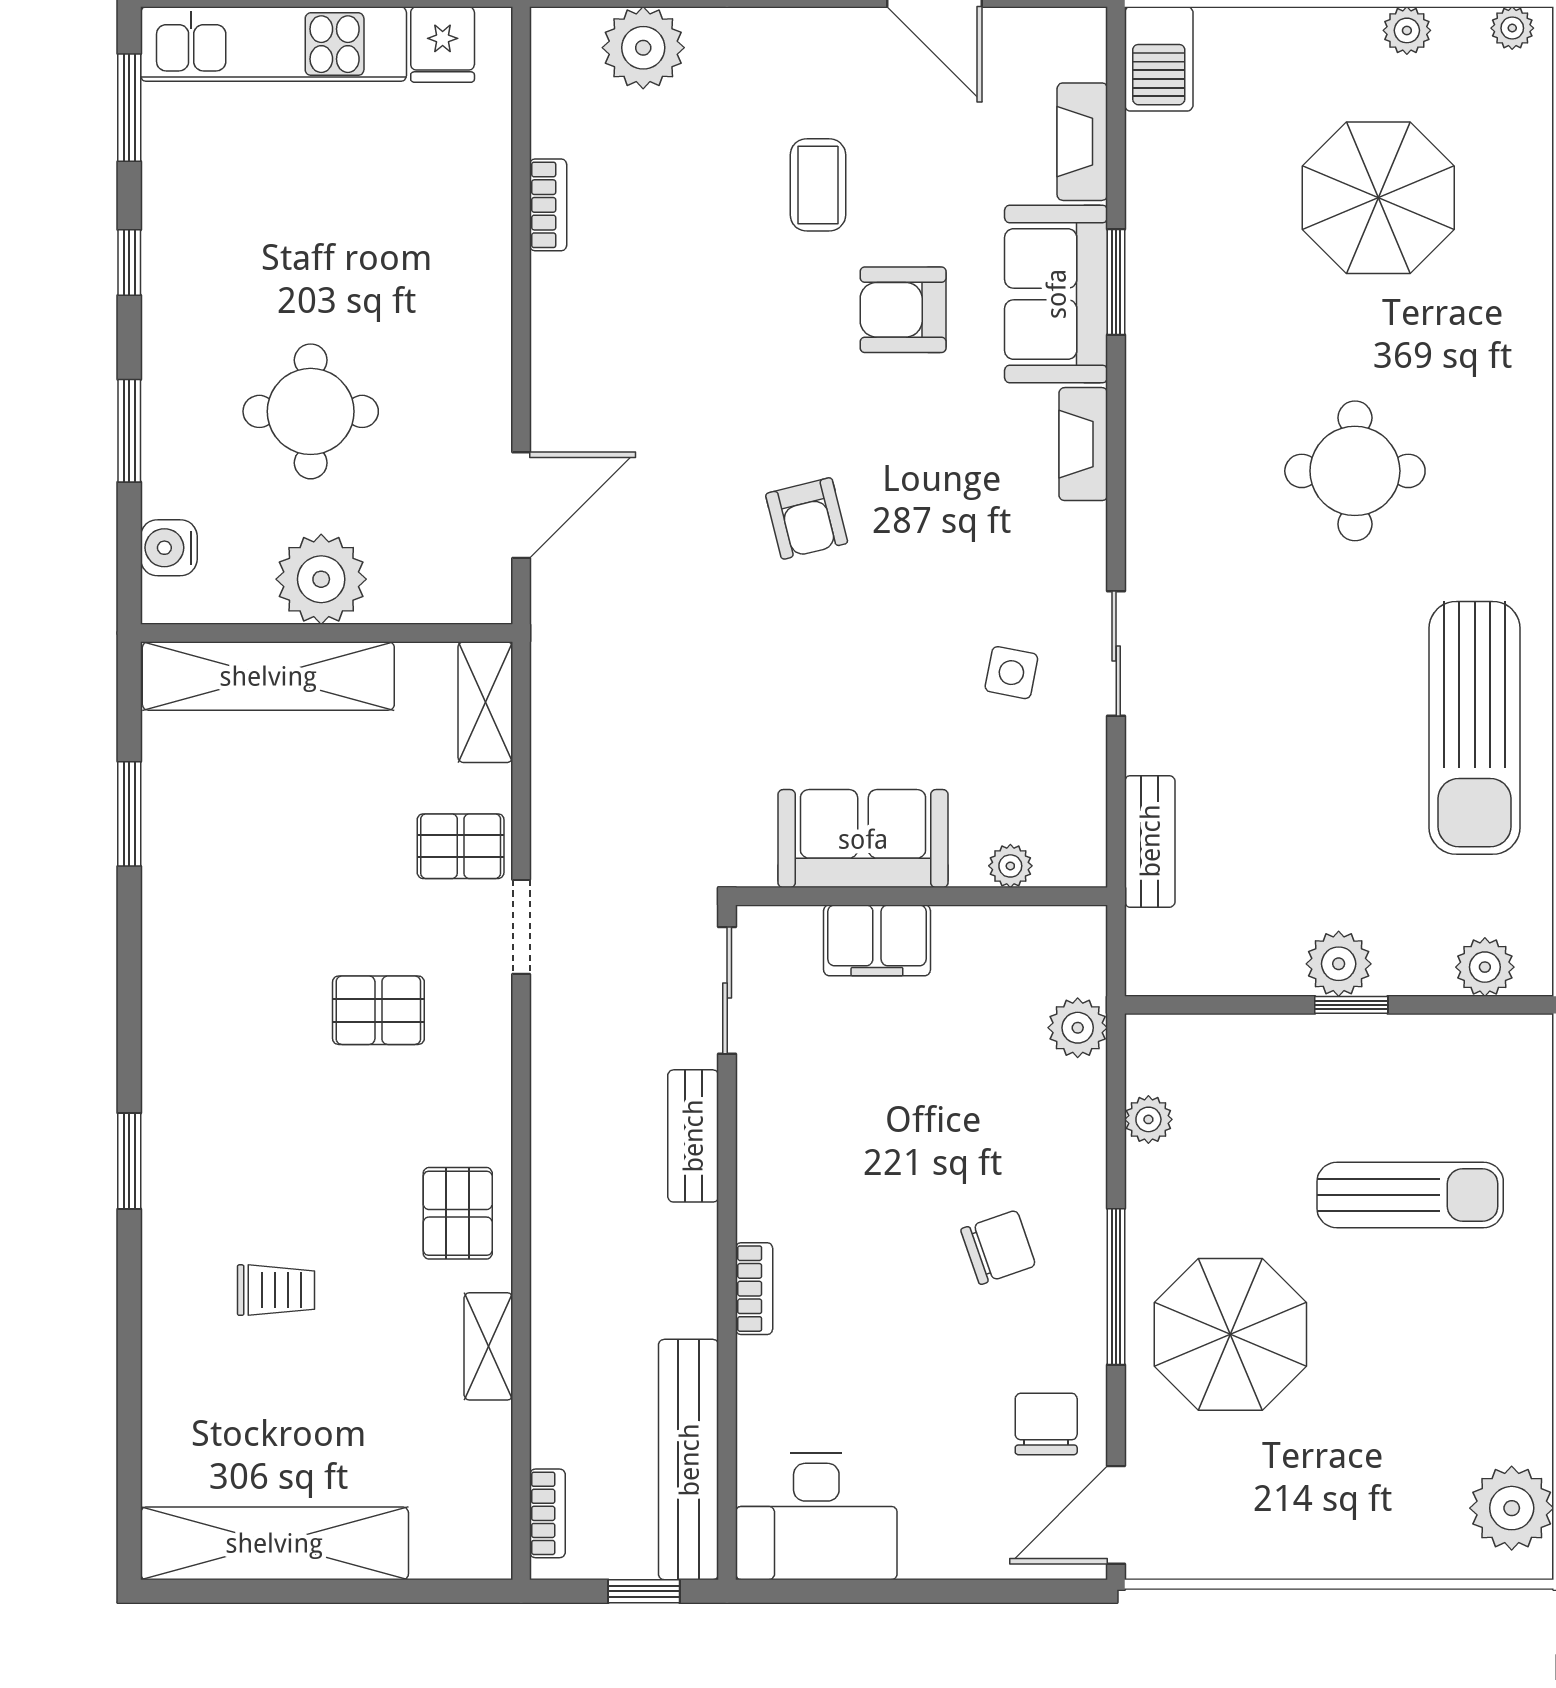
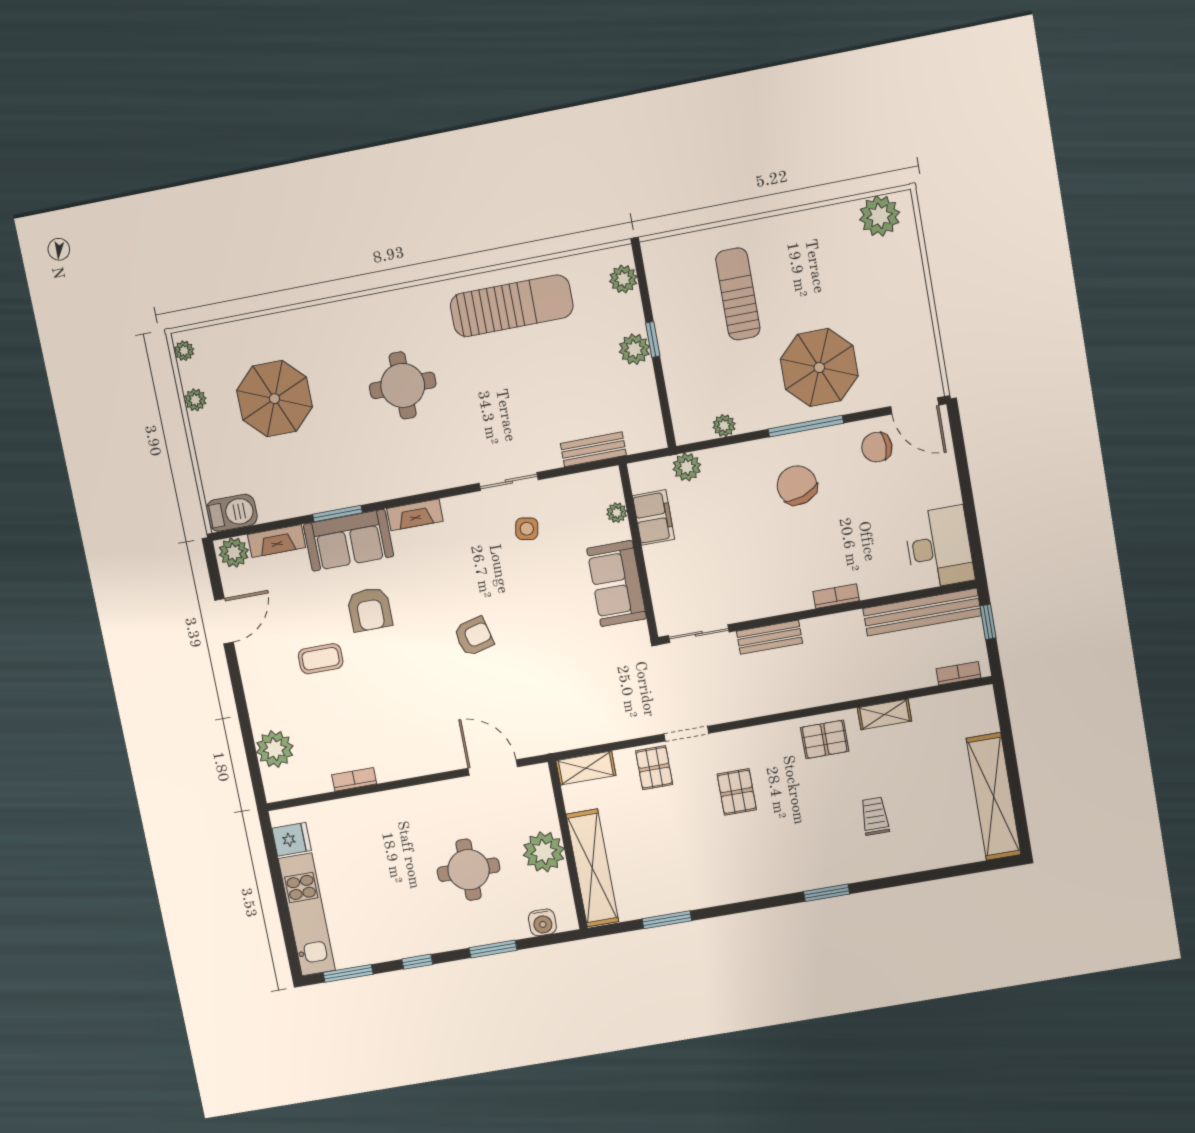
plant: (1075, 46) -> (234, 552), added
filing cabinet: (877, 940) -> (654, 518), moved
chair: (998, 1247) -> (797, 485), width x1.37, depth x1.37

